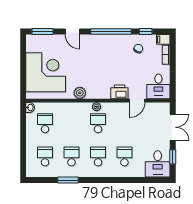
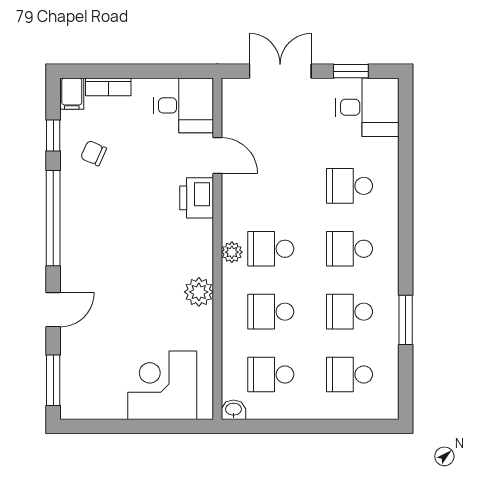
corner desk: (46, 72) -> (162, 385), width x0.74, depth x0.74
school desk: (71, 123) -> (271, 312), added

